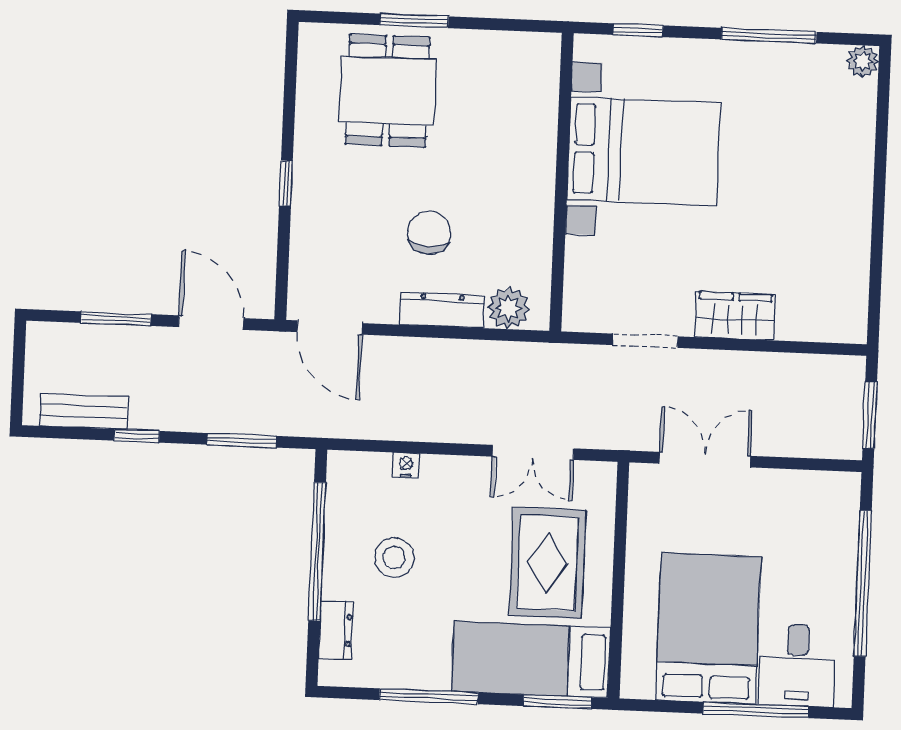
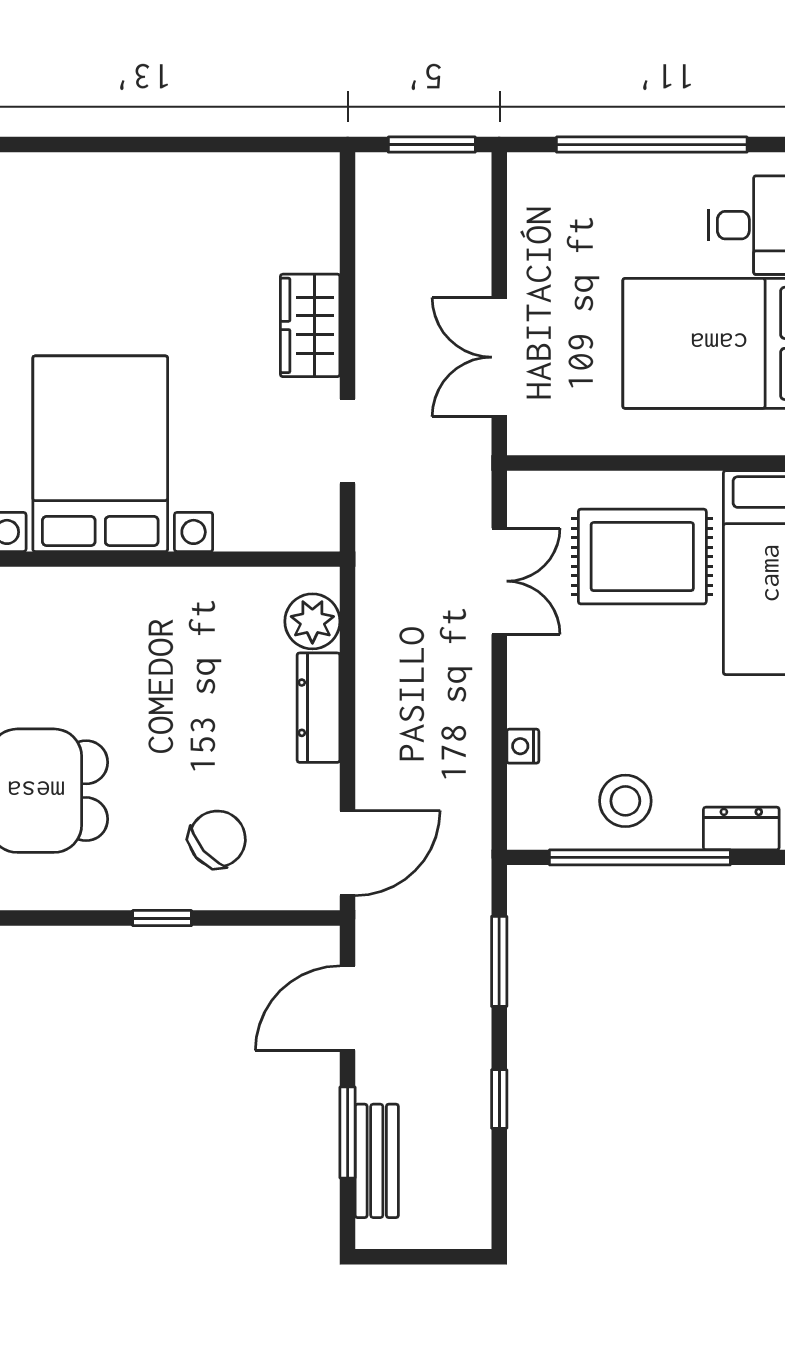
chair: (429, 233) -> (217, 839), moved, turned 139
bench: (84, 411) -> (377, 1161), moved
stool: (394, 558) -> (625, 801), moved

